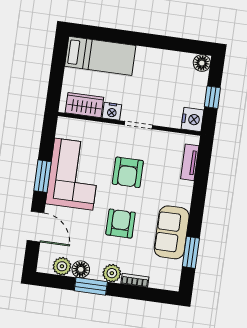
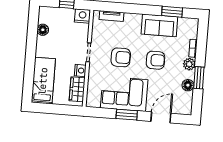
floor lamp: (202, 63) -> (43, 30), moved
armchair: (121, 224) -> (155, 60), turned 180
plant: (62, 266) -> (187, 98), removed

